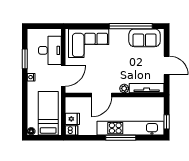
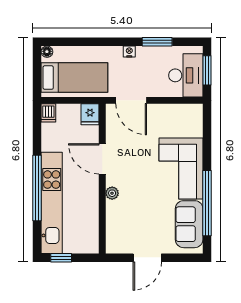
window: (44, 26) -> (207, 70), added
corner sofa: (89, 43) -> (181, 169), moved
desk: (50, 50) -> (186, 75), moved, turned -90
tv unit: (147, 88) -> (113, 227), removed
fridge: (72, 119) -> (90, 114), moved
window: (121, 138) -> (37, 188), width x1.46

